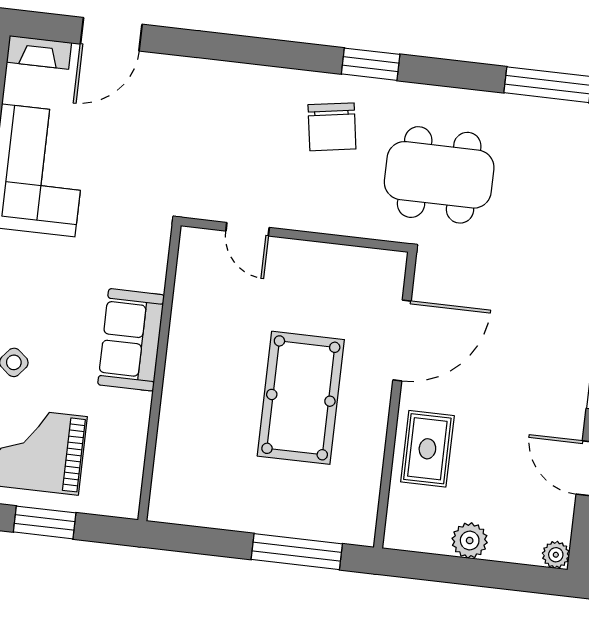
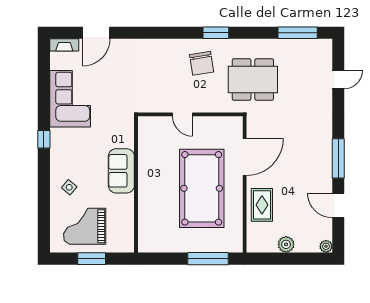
door: (248, 229) -> (182, 114), moved
pool table: (301, 398) -> (202, 188), width x1.36, depth x1.32

